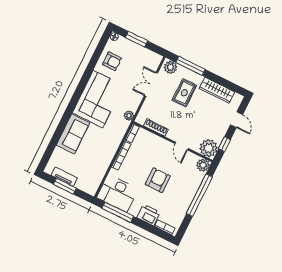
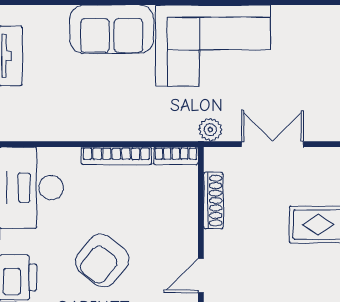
armchair: (112, 61) -> (309, 36), removed
double door: (151, 84) -> (272, 144), moved
armchair: (158, 180) -> (102, 260), turned 129

